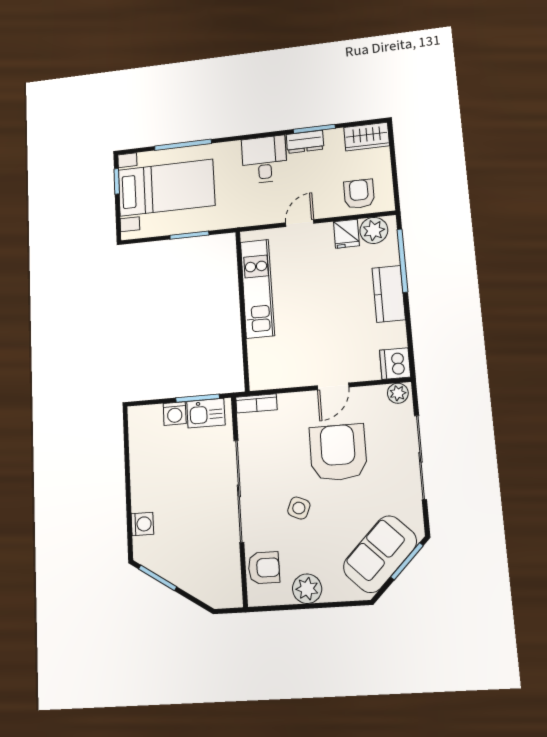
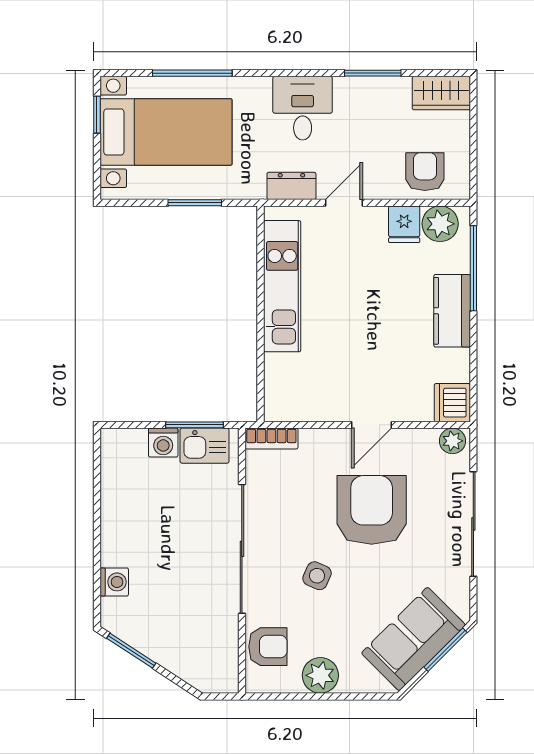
dresser: (305, 142) -> (291, 186), moved, turned 180

